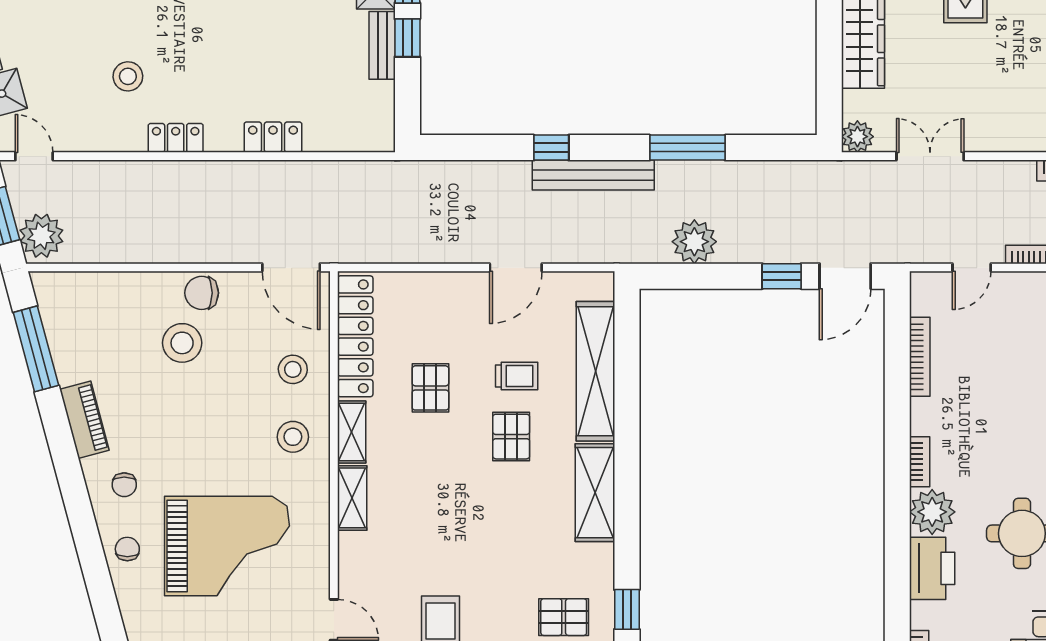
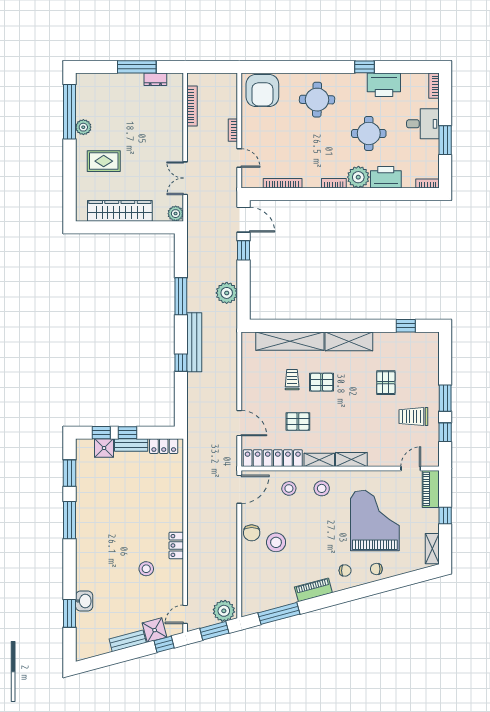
locker: (273, 137) -> (164, 446), moved, turned -90
door: (516, 268) -> (239, 423), moved
pallet: (564, 617) -> (386, 383), moved

